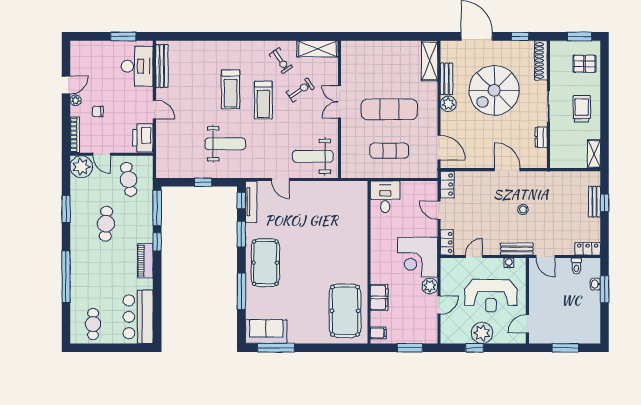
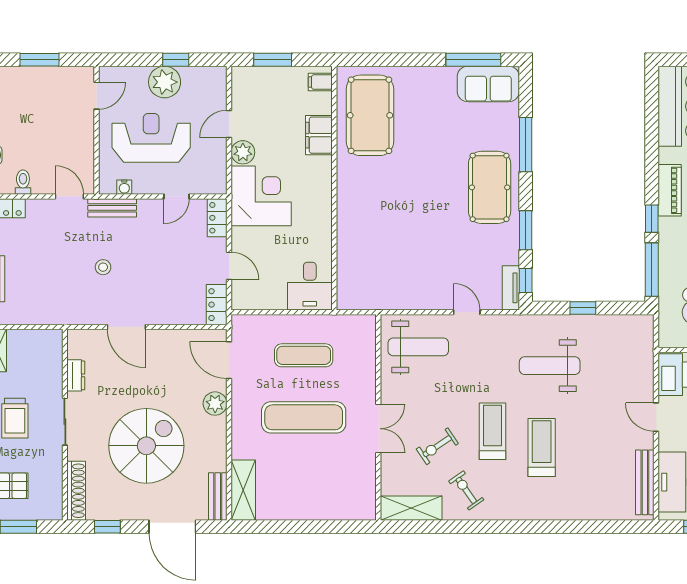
bench: (447, 79) -> (218, 497), moved
plant: (448, 104) -> (215, 404), moved
tv unit: (251, 202) -> (511, 288), width x0.71

